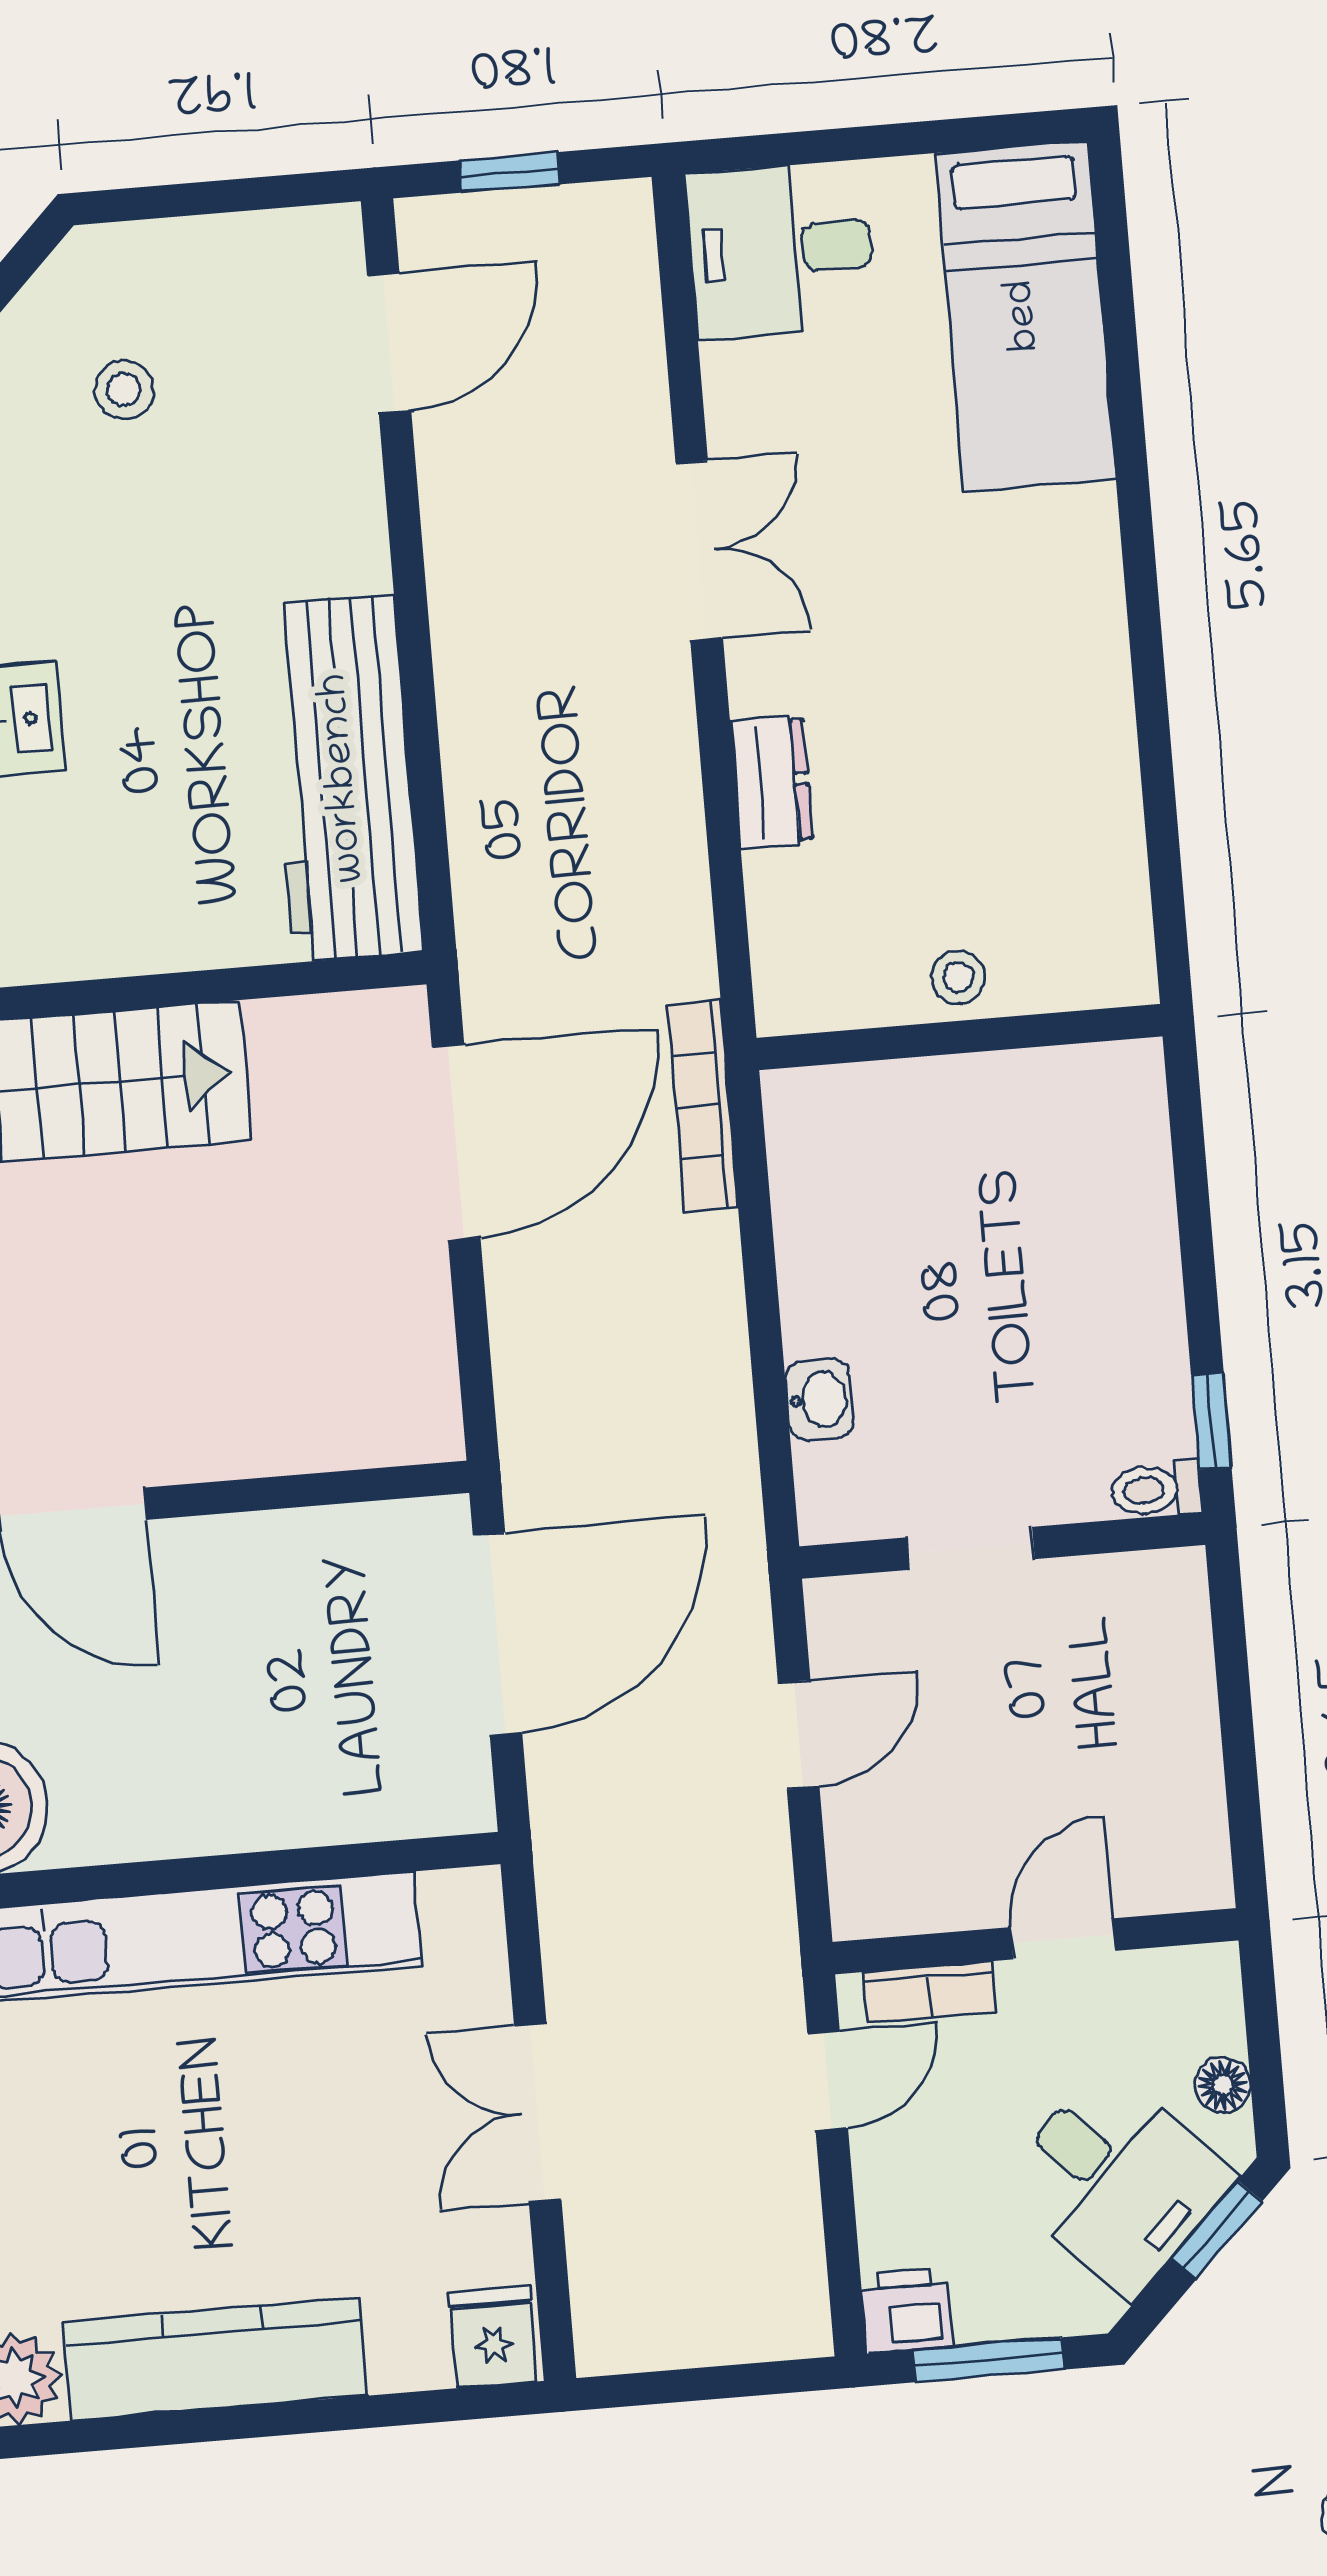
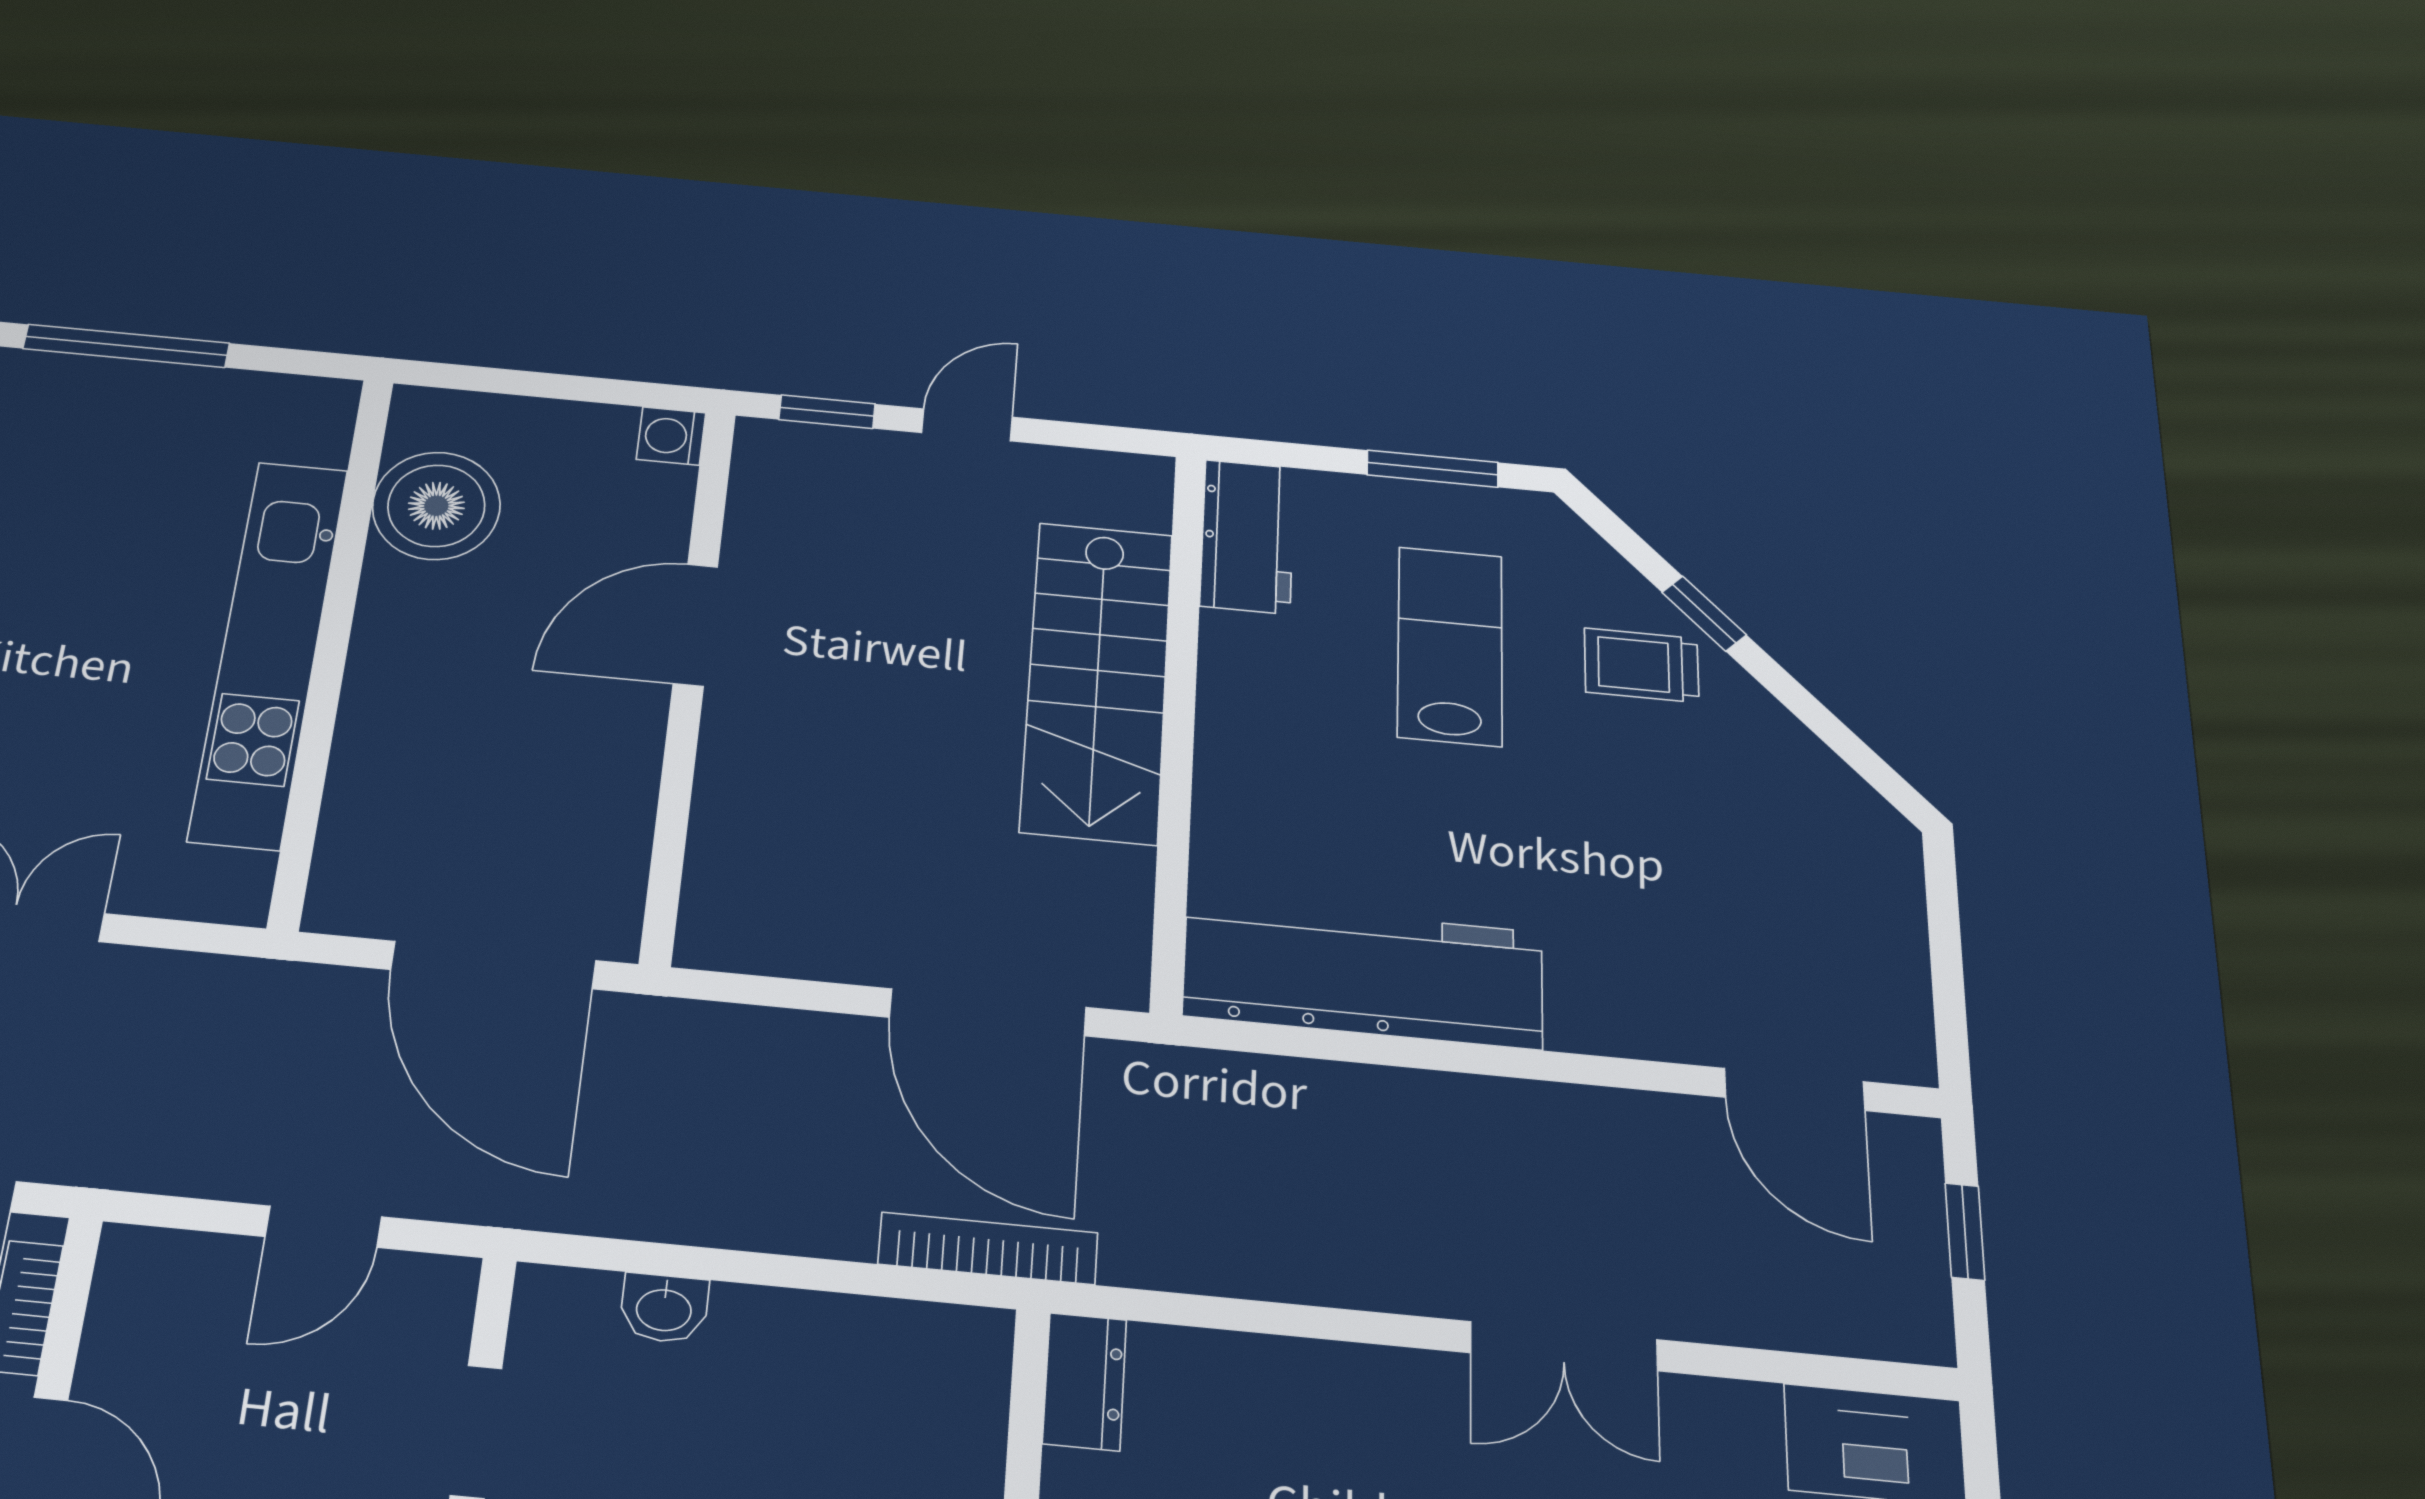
stool: (124, 390) -> (1760, 848), removed
dresser: (771, 781) -> (1085, 1381), moved, turned -90
door: (799, 1735) -> (323, 1227), hinge flipped

